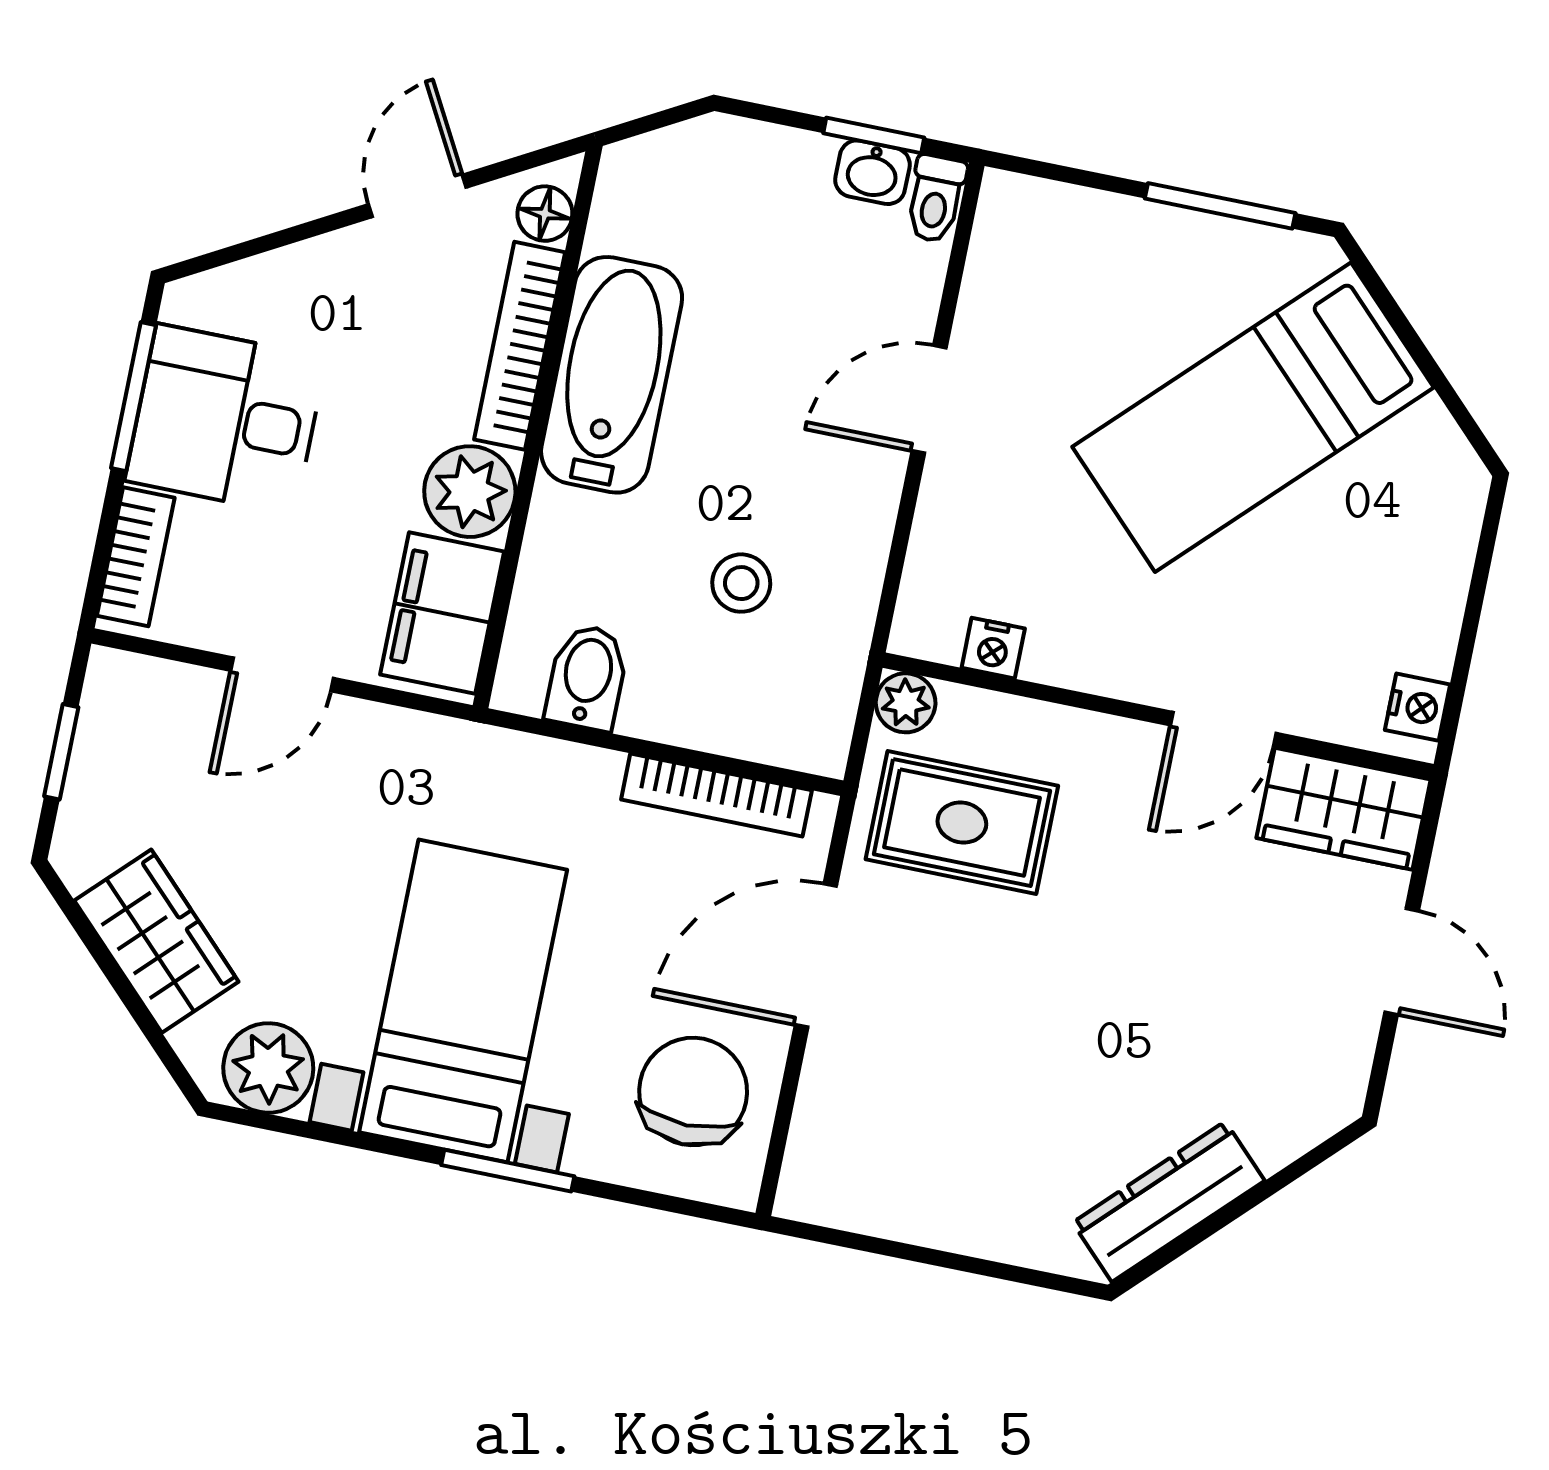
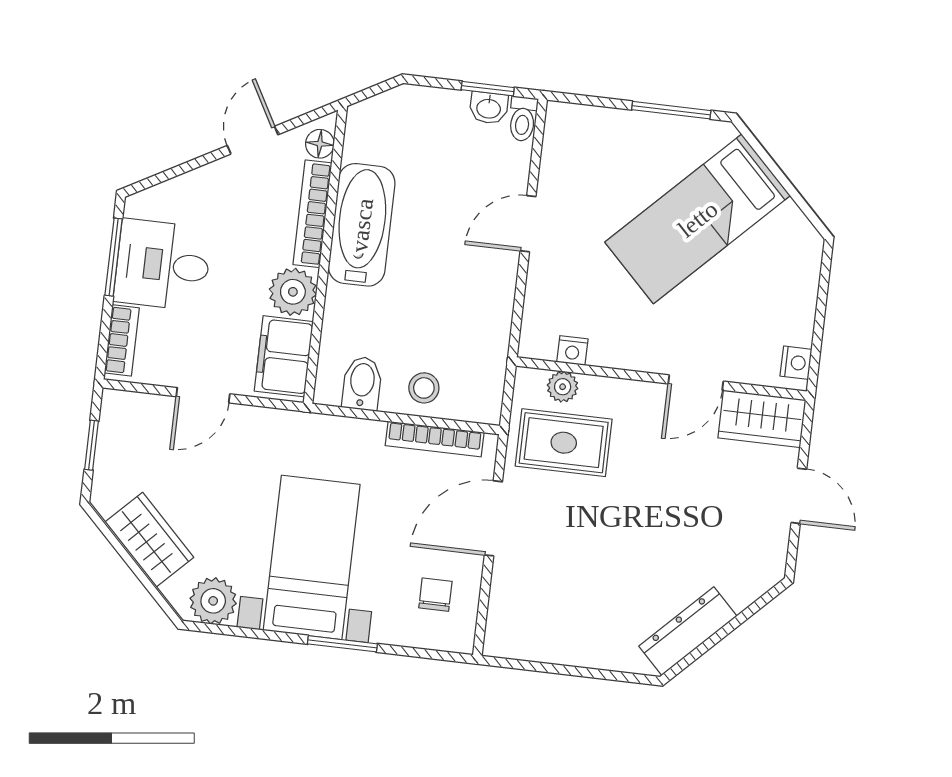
stool: (741, 583) -> (424, 388), moved
plant: (906, 703) -> (563, 387), moved
chair: (693, 1092) -> (435, 595), width x0.54, depth x0.54

